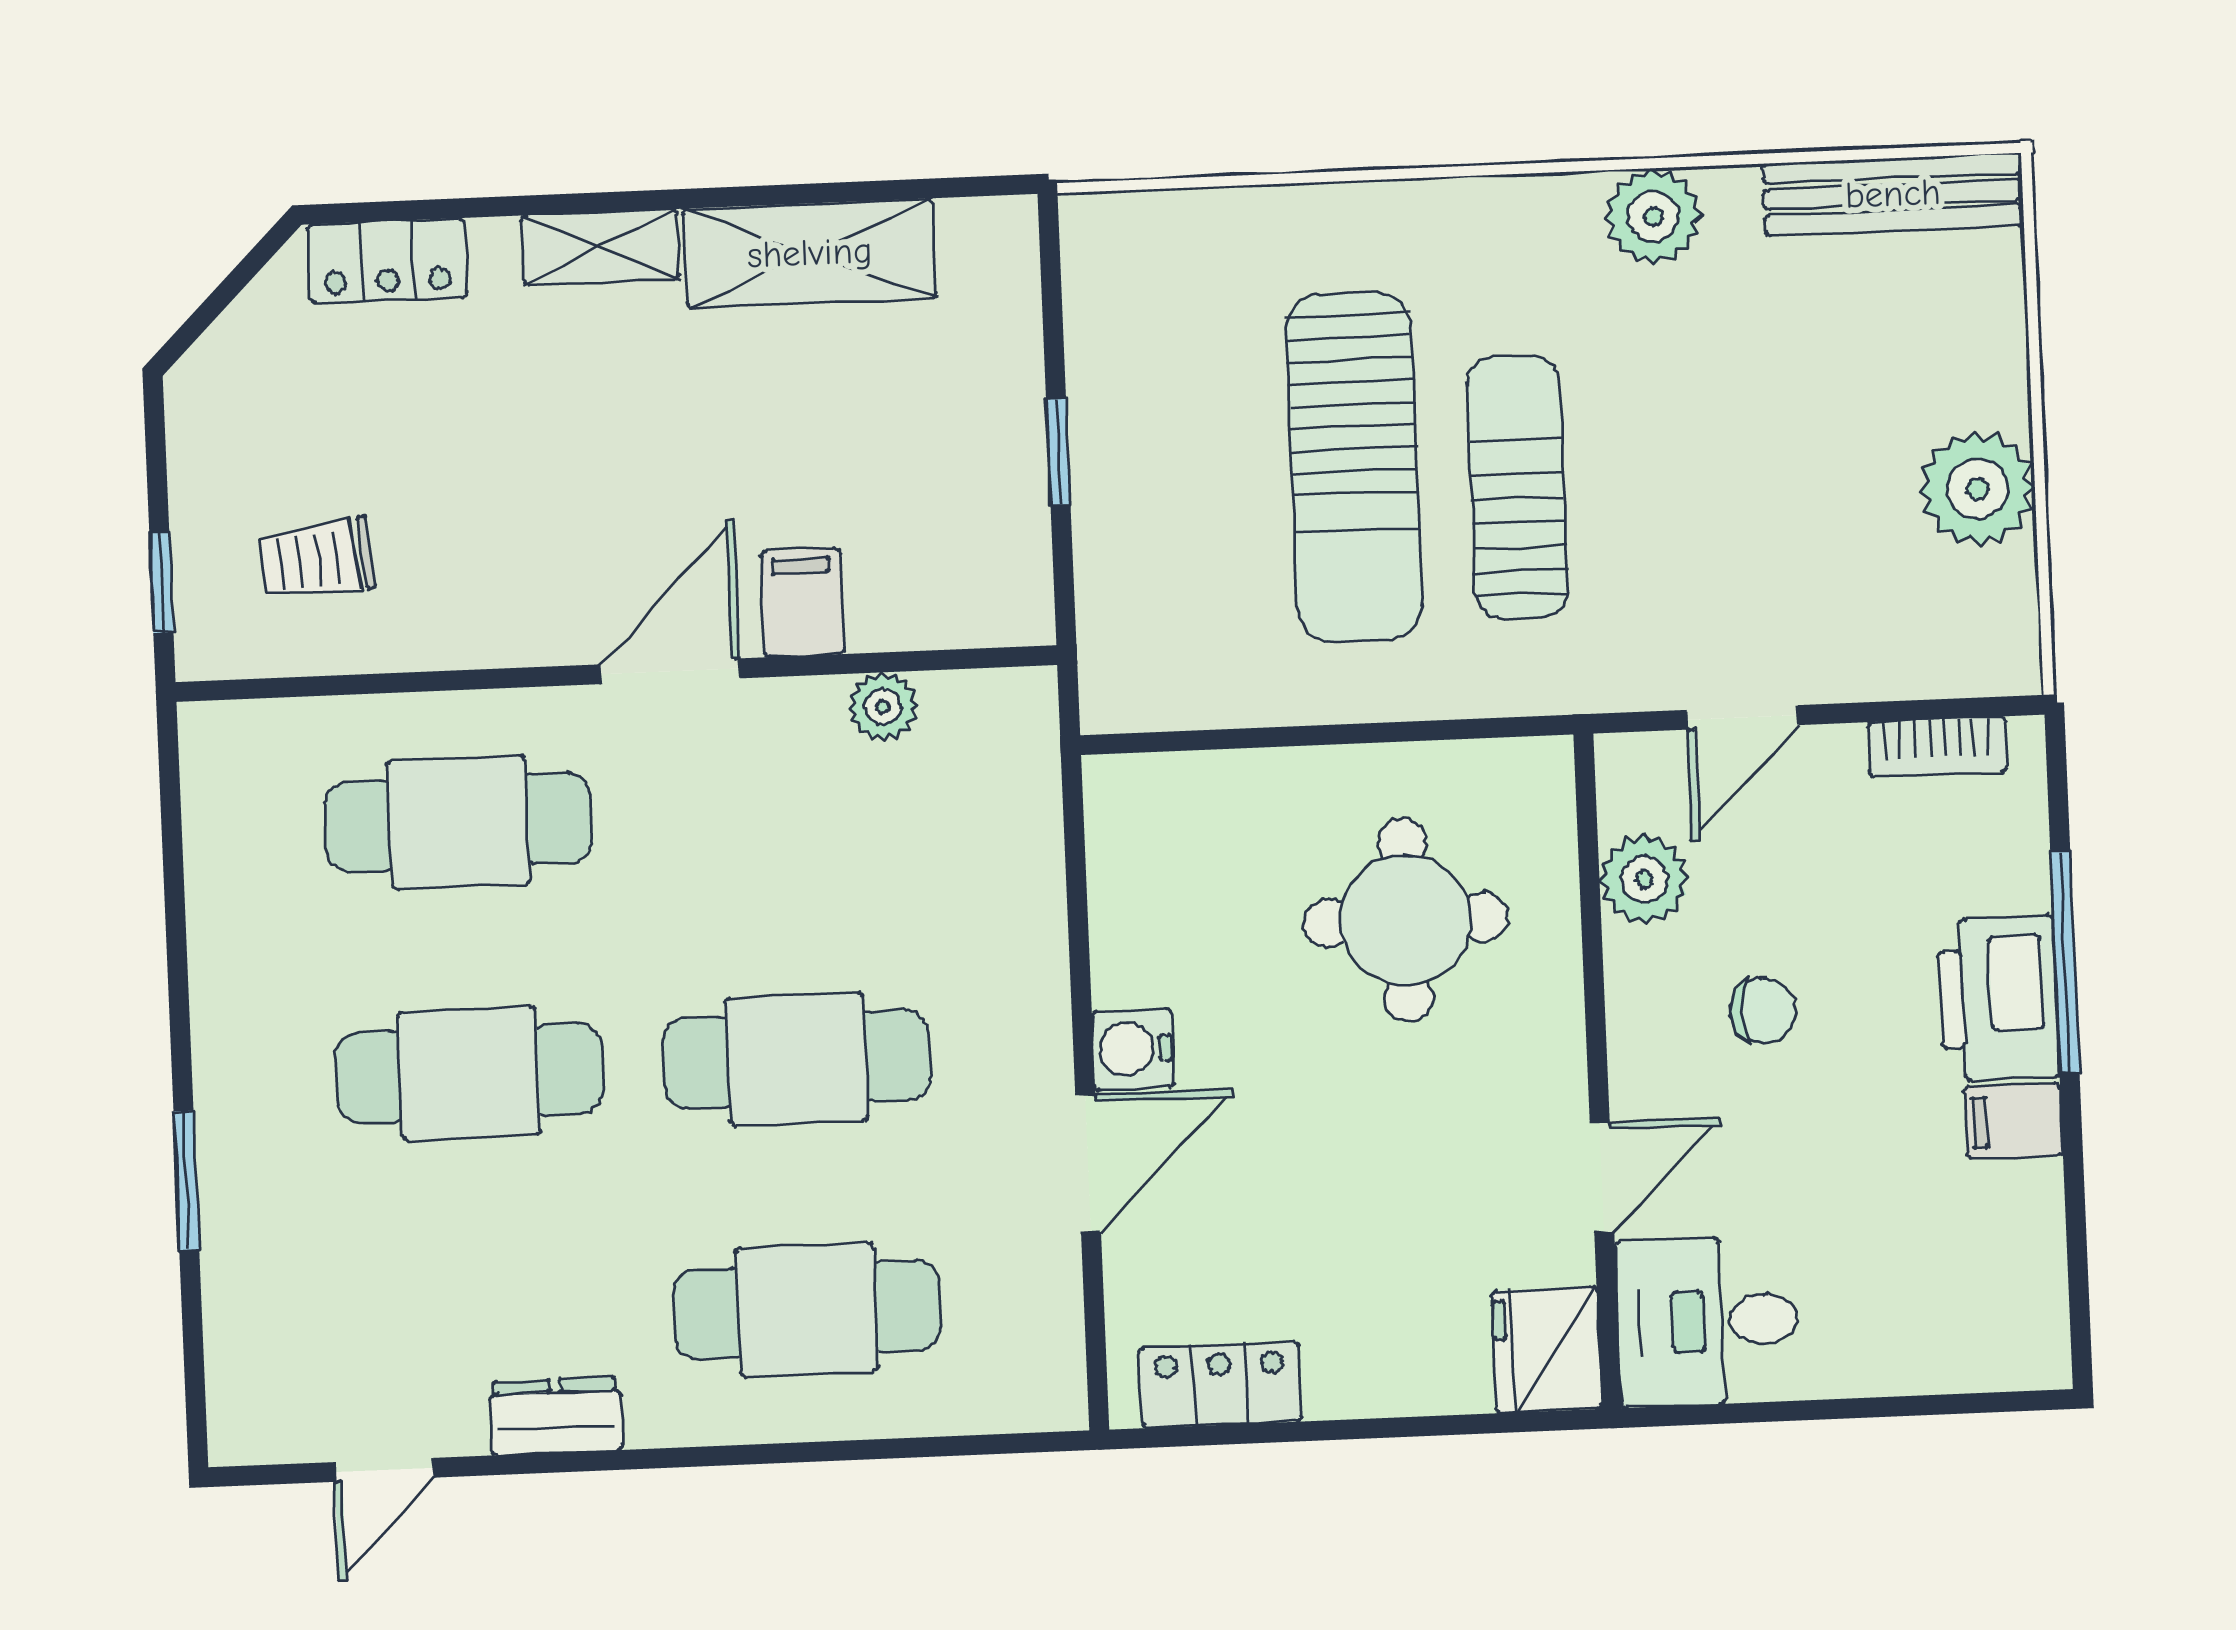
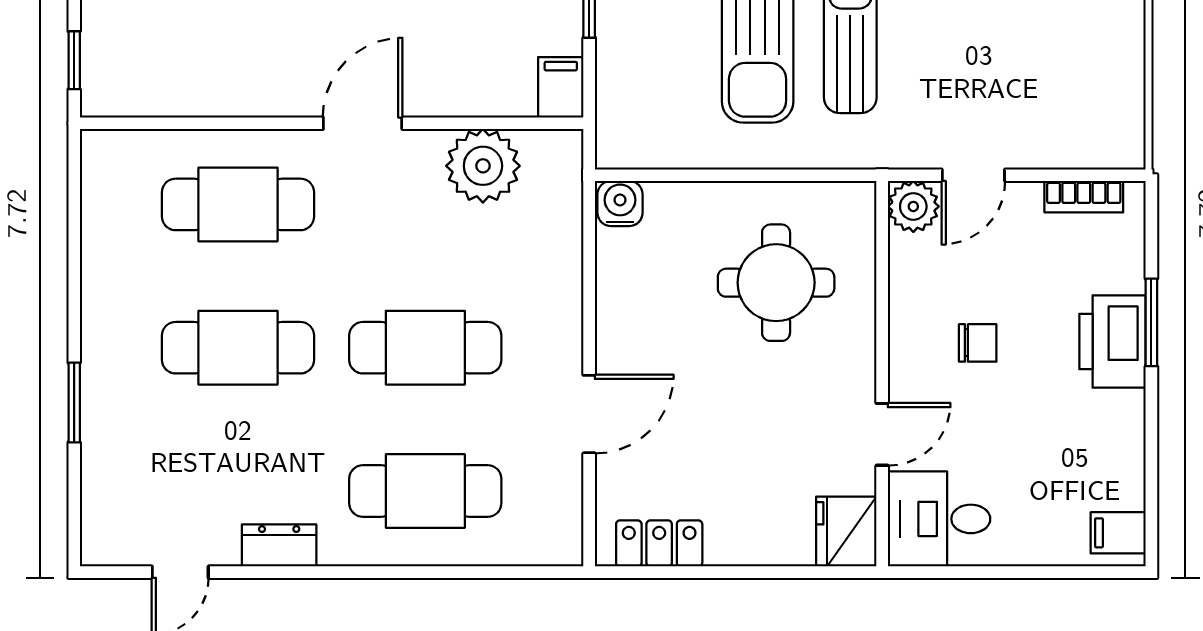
plant: (1977, 489) -> (1113, 50), removed
trolley: (316, 560) -> (163, 51), removed
filing cabinet: (802, 603) -> (561, 87), moved
plant: (883, 707) -> (483, 166), width x1.87, depth x1.87
plant: (1644, 879) -> (913, 206), moved
window: (2065, 962) -> (1151, 322), width x0.69
water cooler: (1133, 1049) -> (620, 204), moved, turned 90
filing cabinet: (2013, 1121) -> (1118, 533), moved

